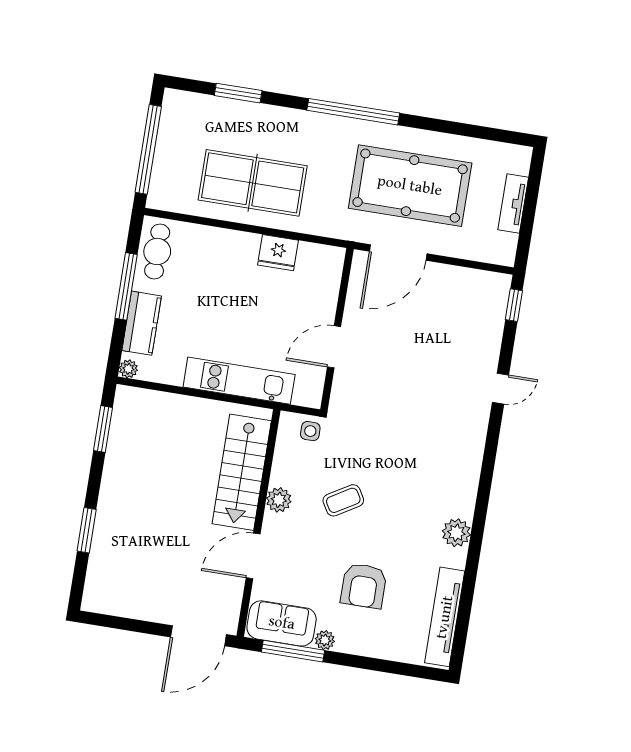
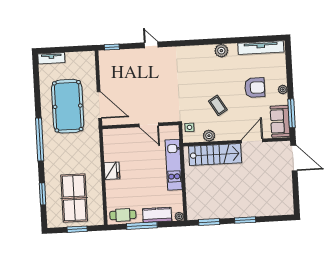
window: (148, 149) -> (77, 229), width x0.47
table tennis table: (253, 183) -> (74, 198), moved
tv unit: (513, 203) -> (51, 58), moved
fridge: (278, 253) -> (112, 171), moved
plant: (279, 500) -> (209, 136), moved
window: (87, 530) -> (245, 220), moved
door: (253, 556) -> (252, 141), swing flipped
plant: (325, 640) -> (283, 90), moved

